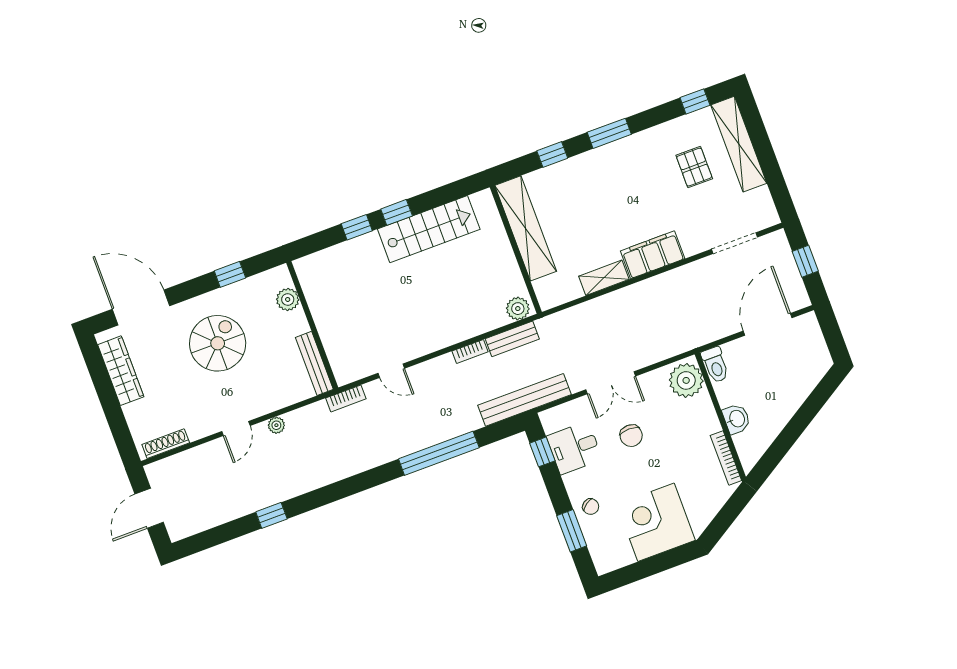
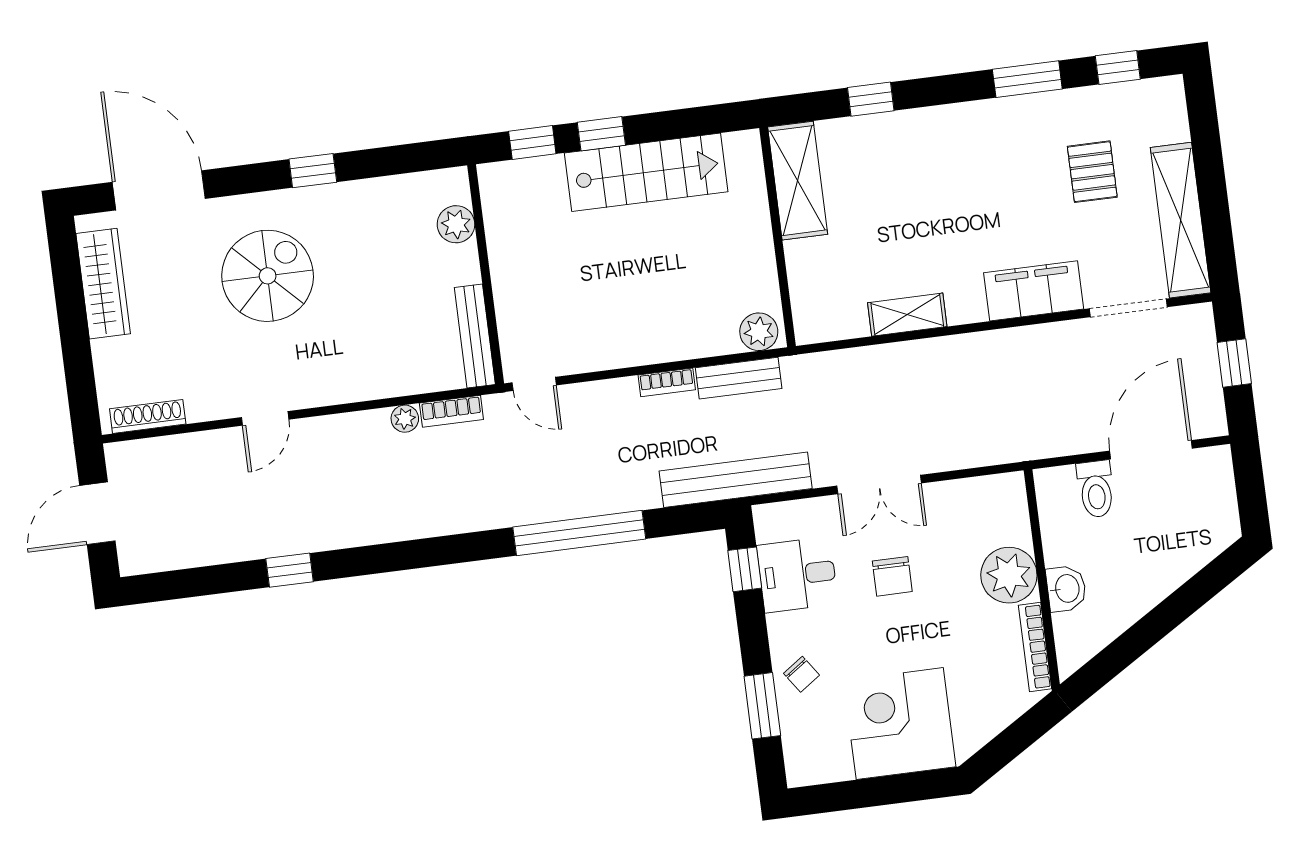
window: (609, 133) -> (1027, 79), moved
shelving: (739, 144) -> (1181, 220), moved
shelving: (526, 228) -> (798, 181), width x0.68
filing cabinet: (653, 255) -> (1034, 291), moved
plant: (288, 299) -> (456, 224), moved
wall: (312, 325) -> (486, 274), moved
bench: (314, 363) -> (475, 336), moved
toilet: (715, 365) -> (1096, 489), moved
plant: (686, 380) -> (1009, 575), moved
plant: (276, 425) -> (405, 419), moved

